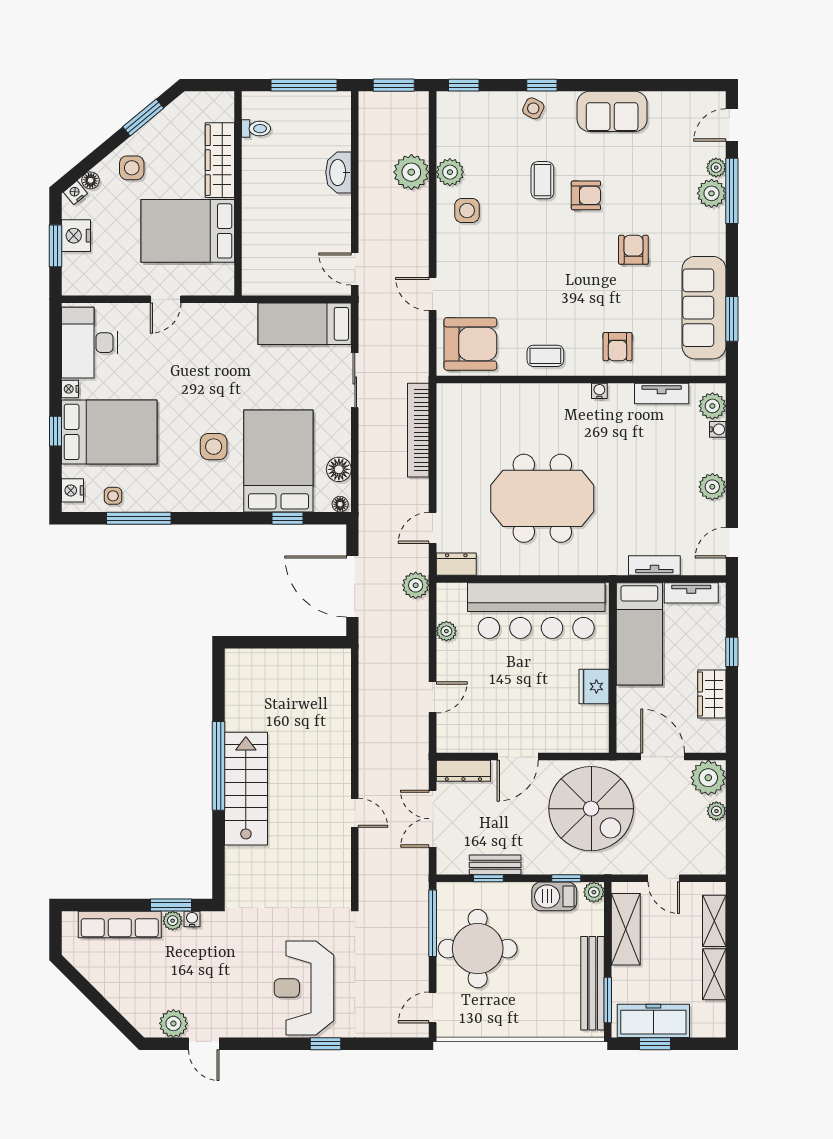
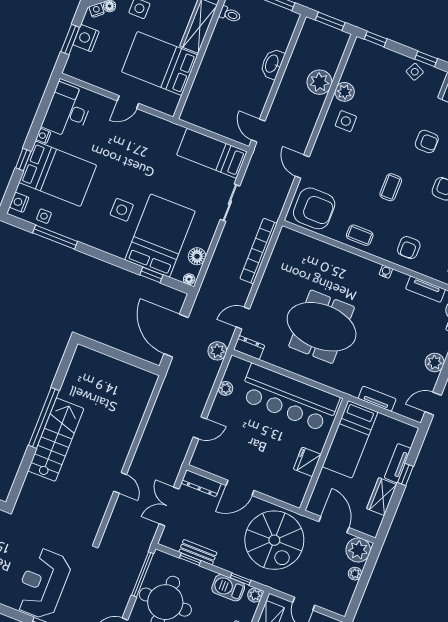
coffee table: (542, 180) -> (391, 187), moved
tv unit: (691, 593) -> (398, 463), moved, turned 90

